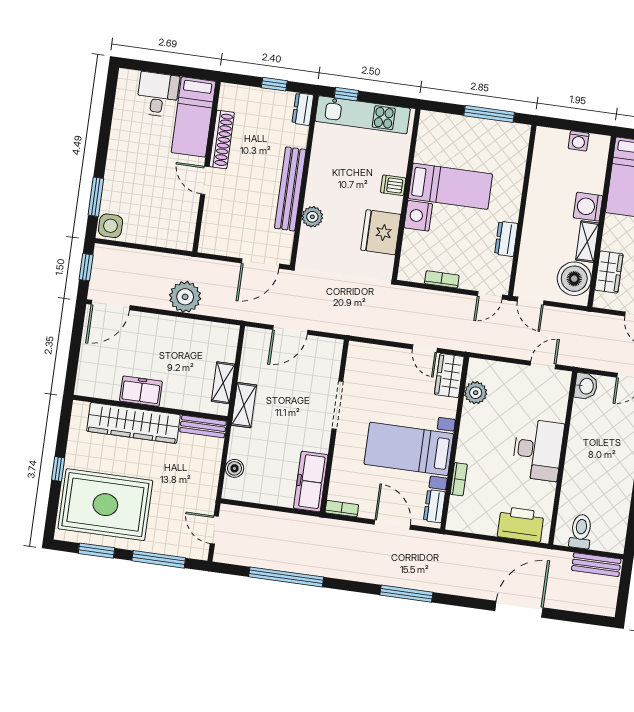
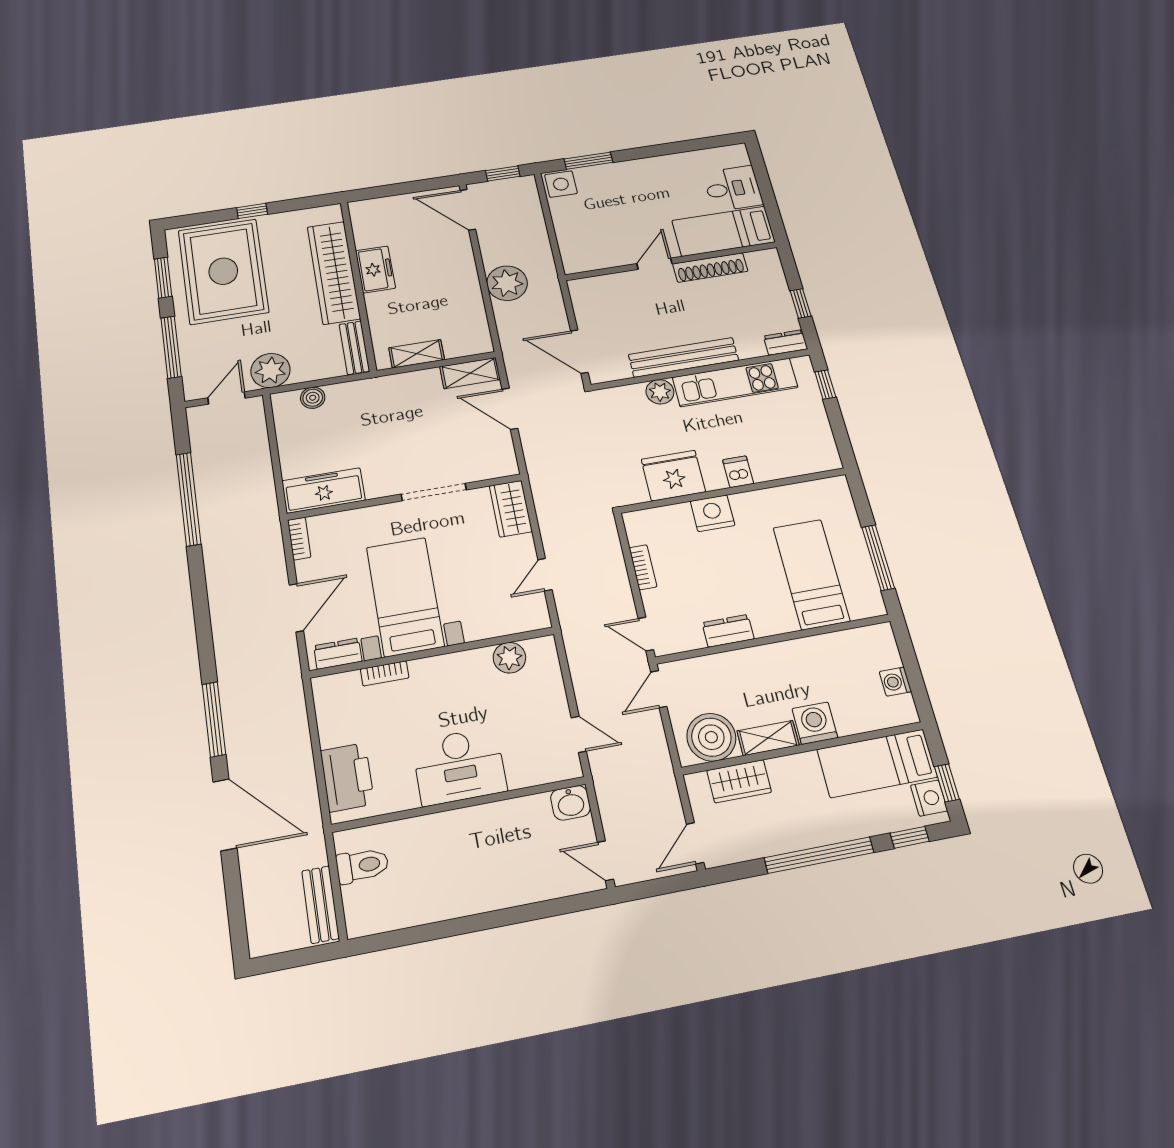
kitchen unit: (363, 115) -> (735, 382), moved, turned -90
bed: (450, 186) -> (811, 574), moved, turned 180
wardrobe: (449, 376) -> (511, 509), moved, turned -90
shelving: (244, 405) -> (470, 373), moved
plant: (202, 493) -> (270, 371), added
window: (406, 594) -> (214, 719), moved

